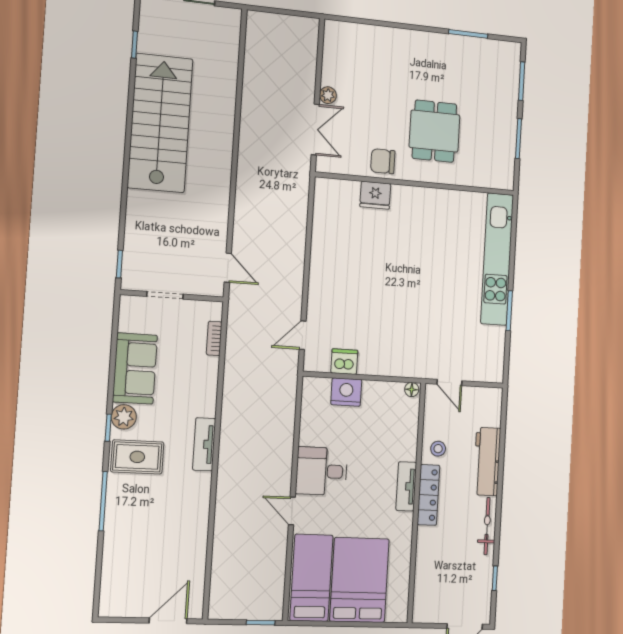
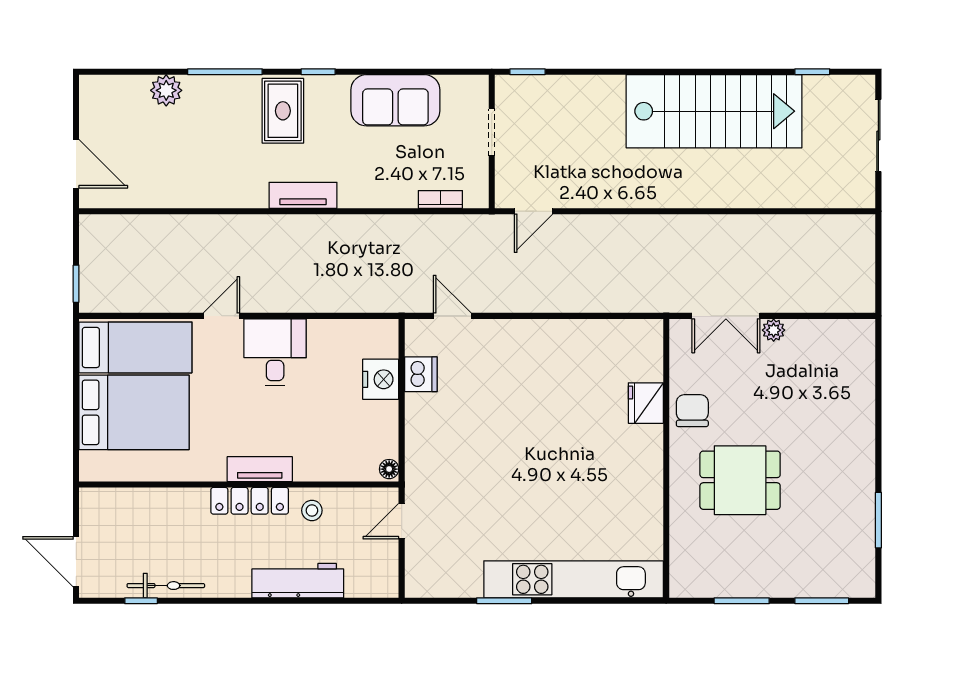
plant: (124, 417) -> (166, 90), moved
bicycle: (487, 526) -> (166, 586), moved

